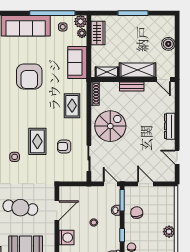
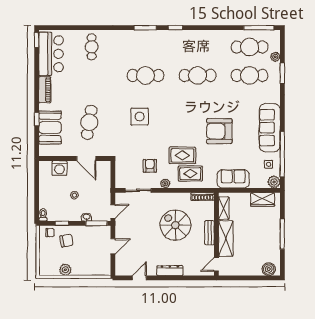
plant: (82, 33) -> (165, 183), moved
boiler: (168, 44) -> (269, 269), moved
spiral stairs: (110, 126) -> (175, 225), moved, turned 180
rug: (37, 141) -> (182, 155), moved
side table: (15, 157) -> (140, 117), width x1.87, depth x1.87
chair: (137, 213) -> (67, 241), moved

